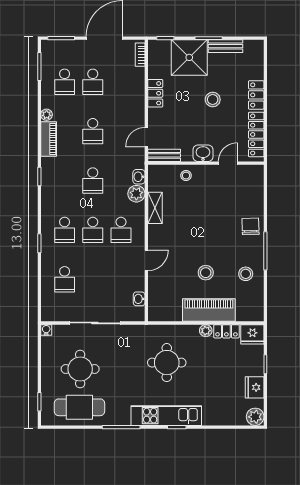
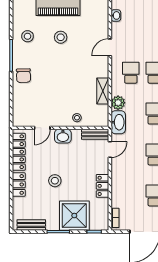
bench: (225, 46) -> (31, 225), moved
washbasin: (139, 177) -> (118, 122), width x1.91, depth x1.45

